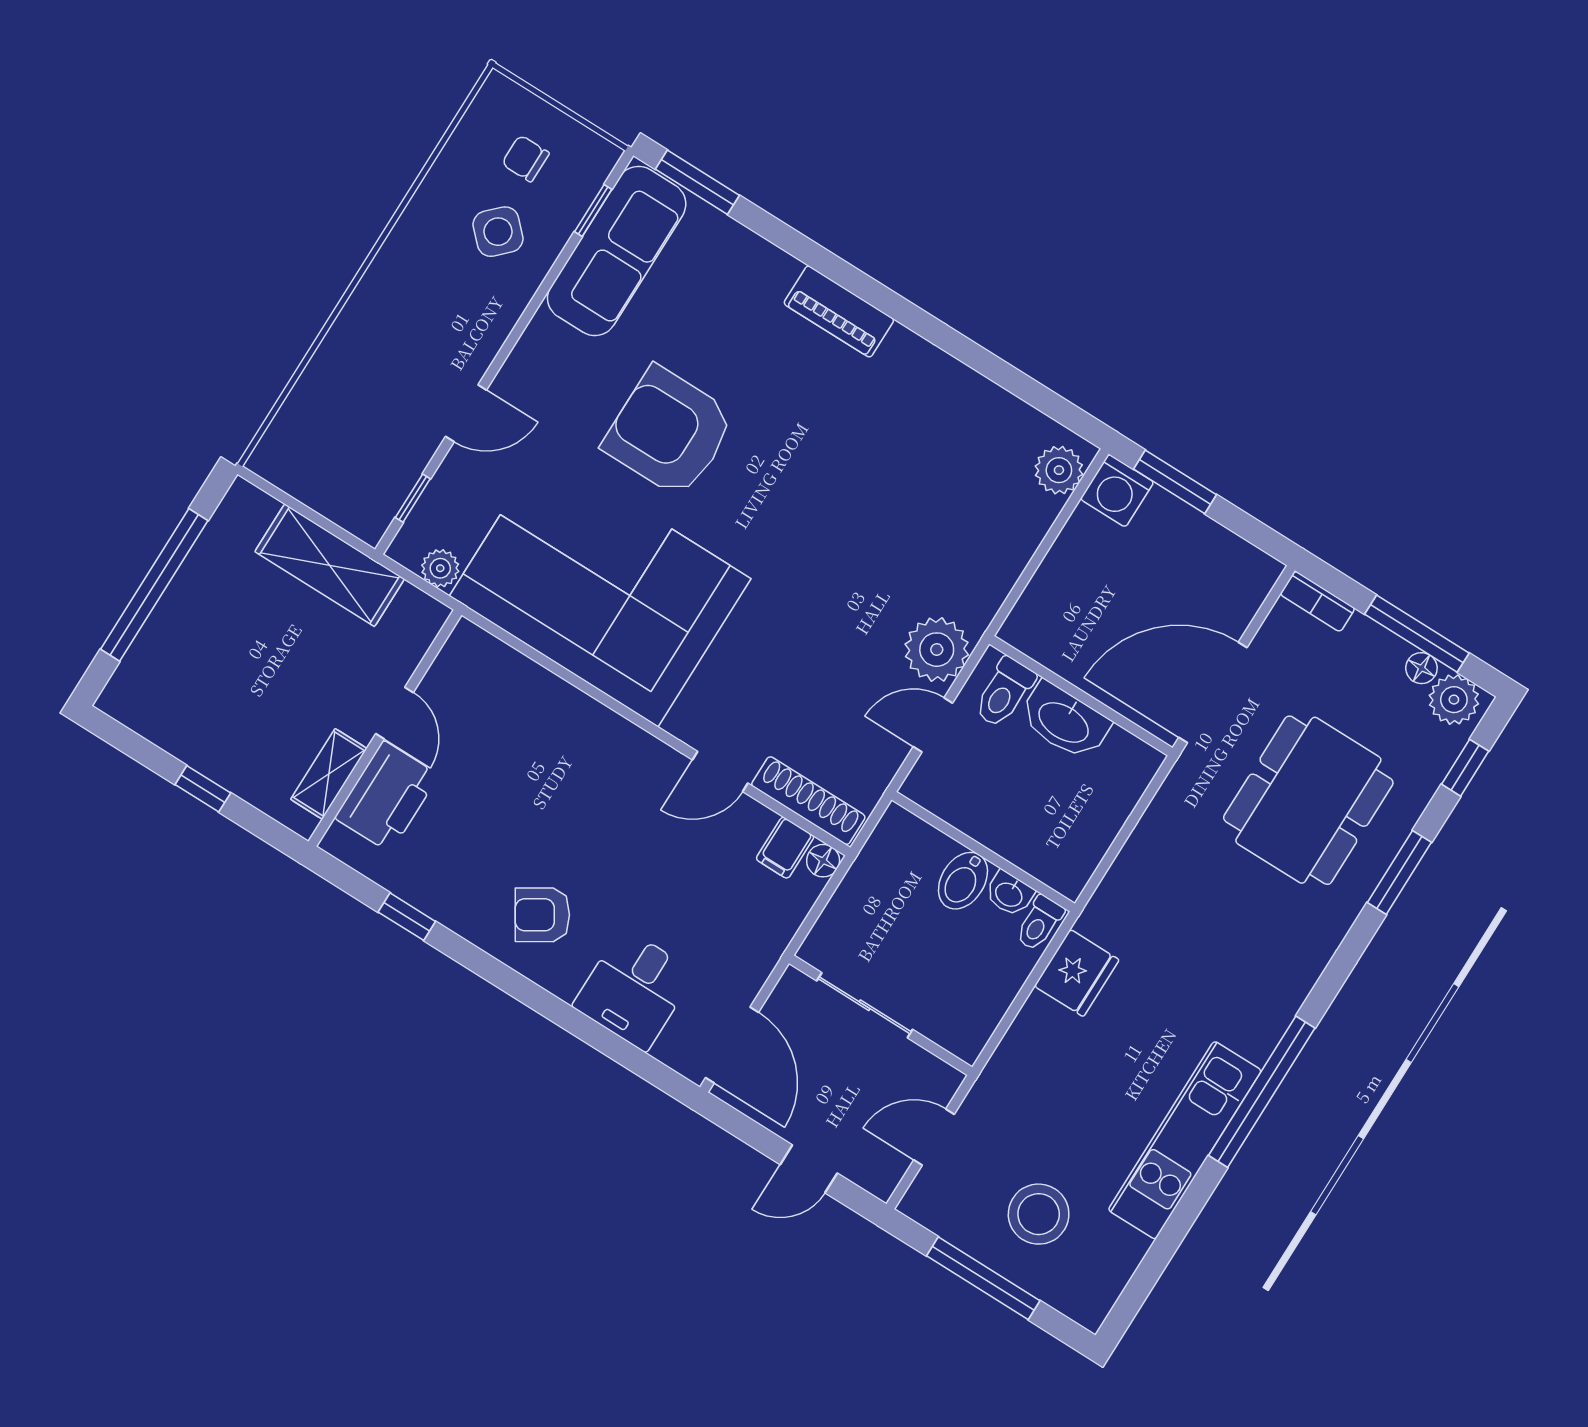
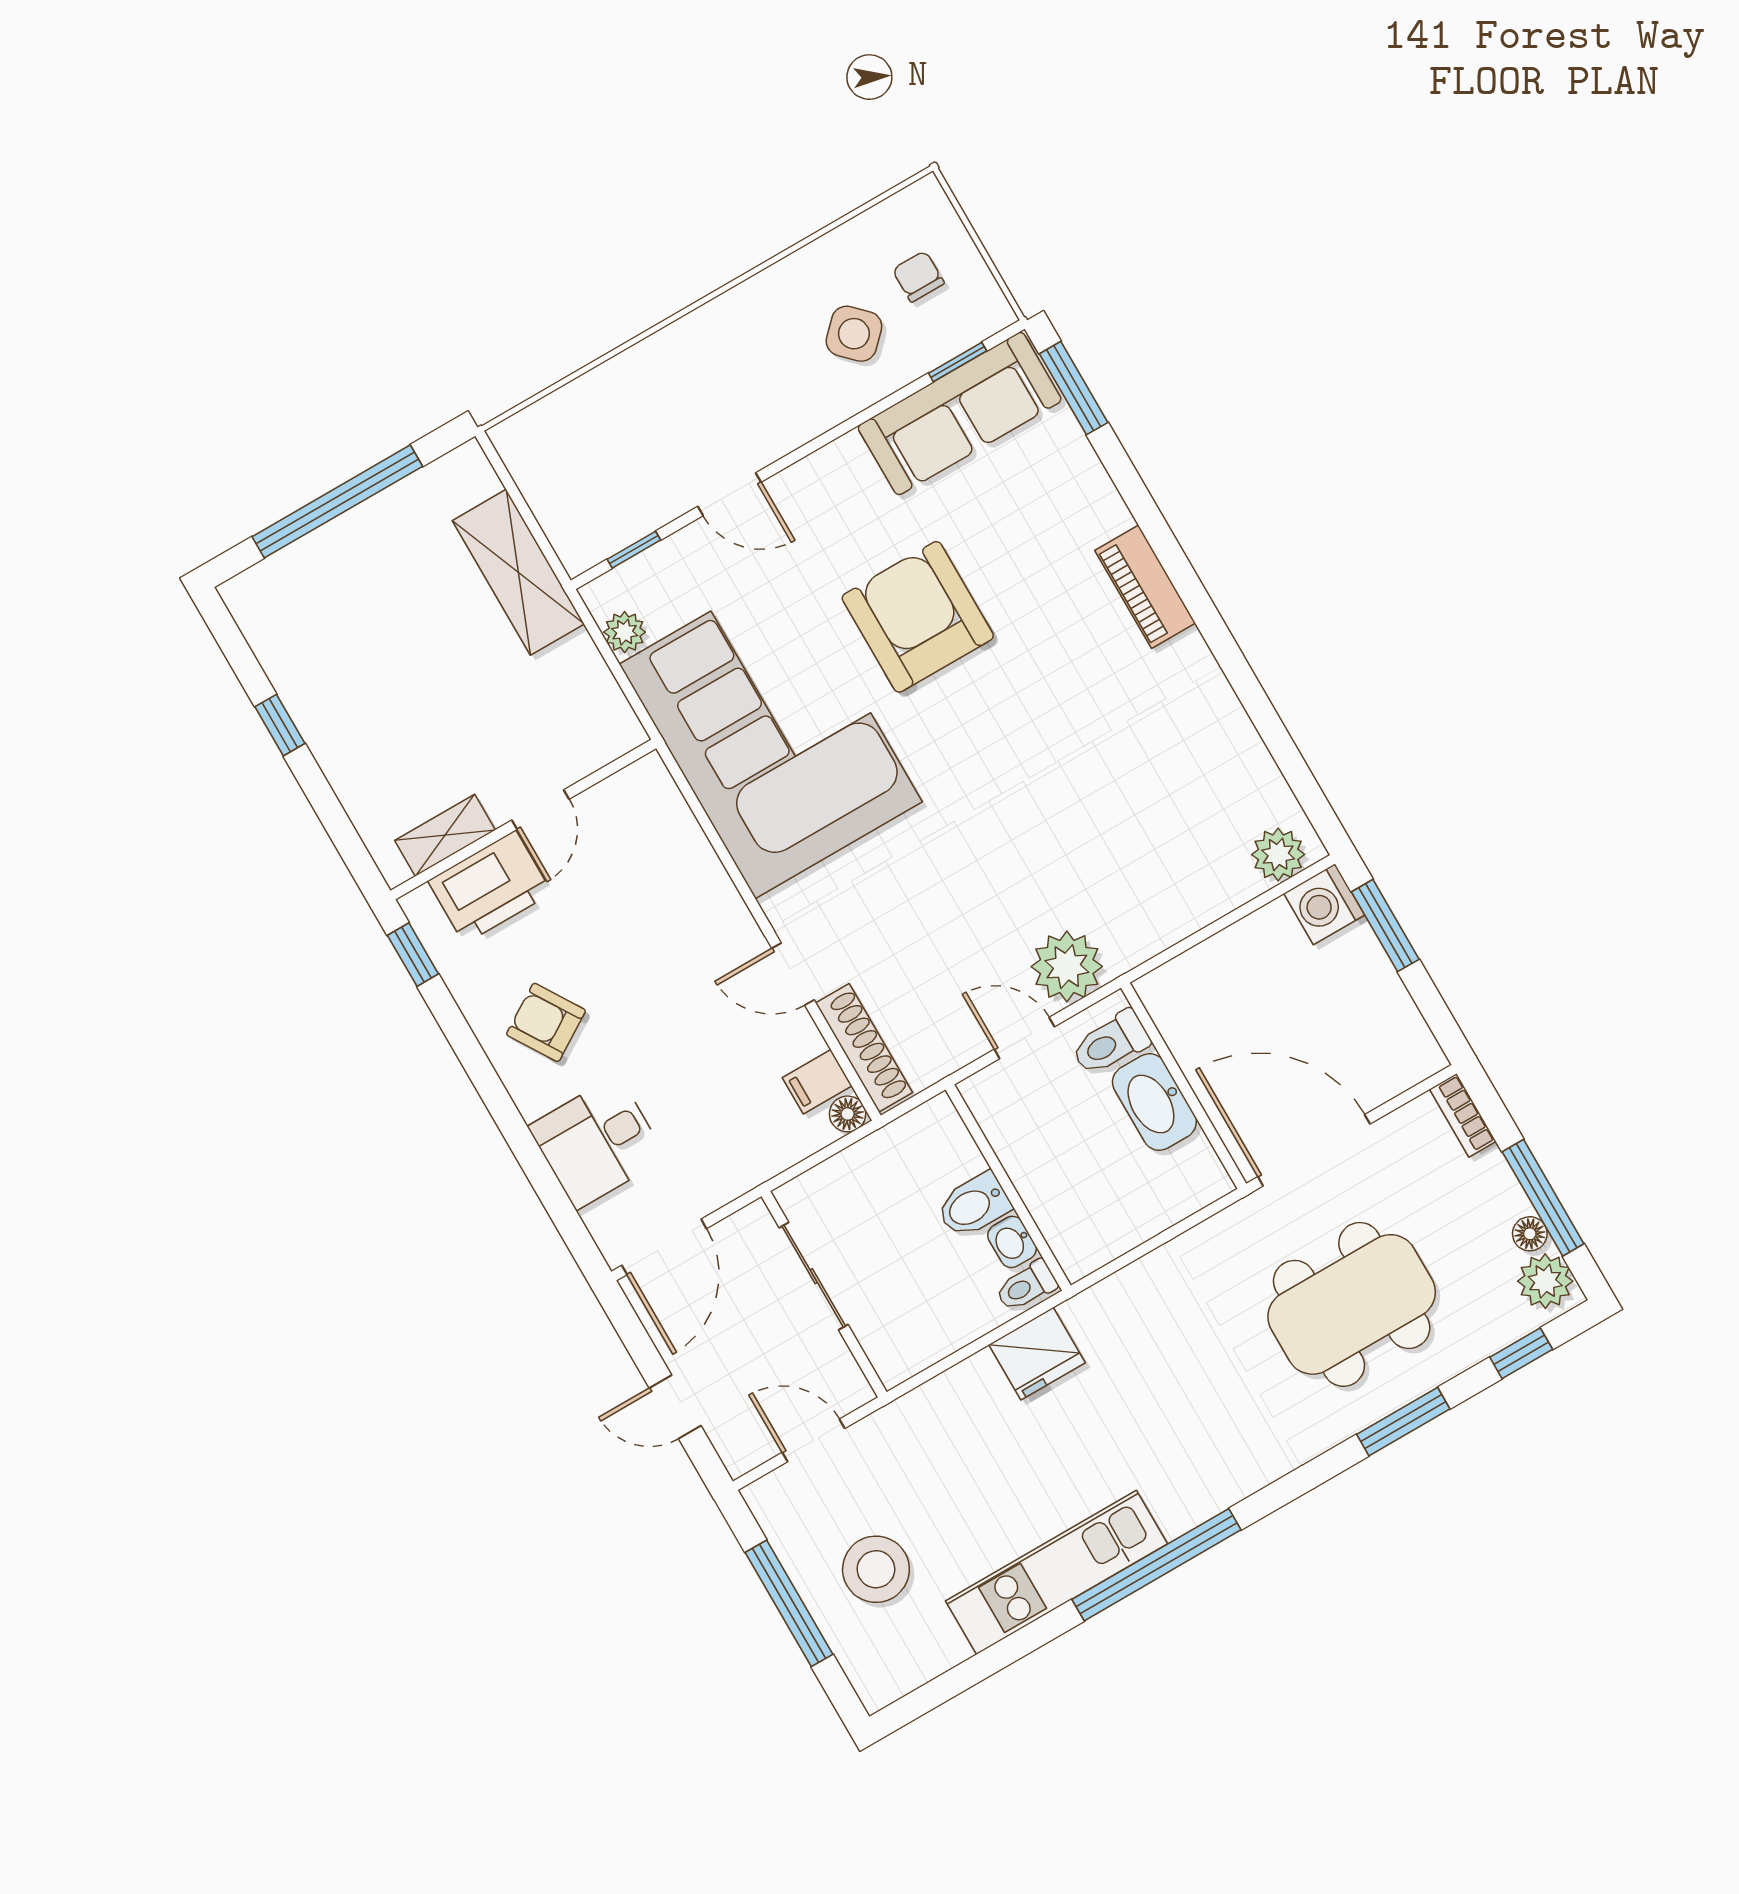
door: (395, 713) -> (540, 810), moved
wall: (385, 728) -> (523, 820), moved
shelving: (329, 774) -> (445, 835), moved
printer: (387, 797) -> (490, 887), moved

